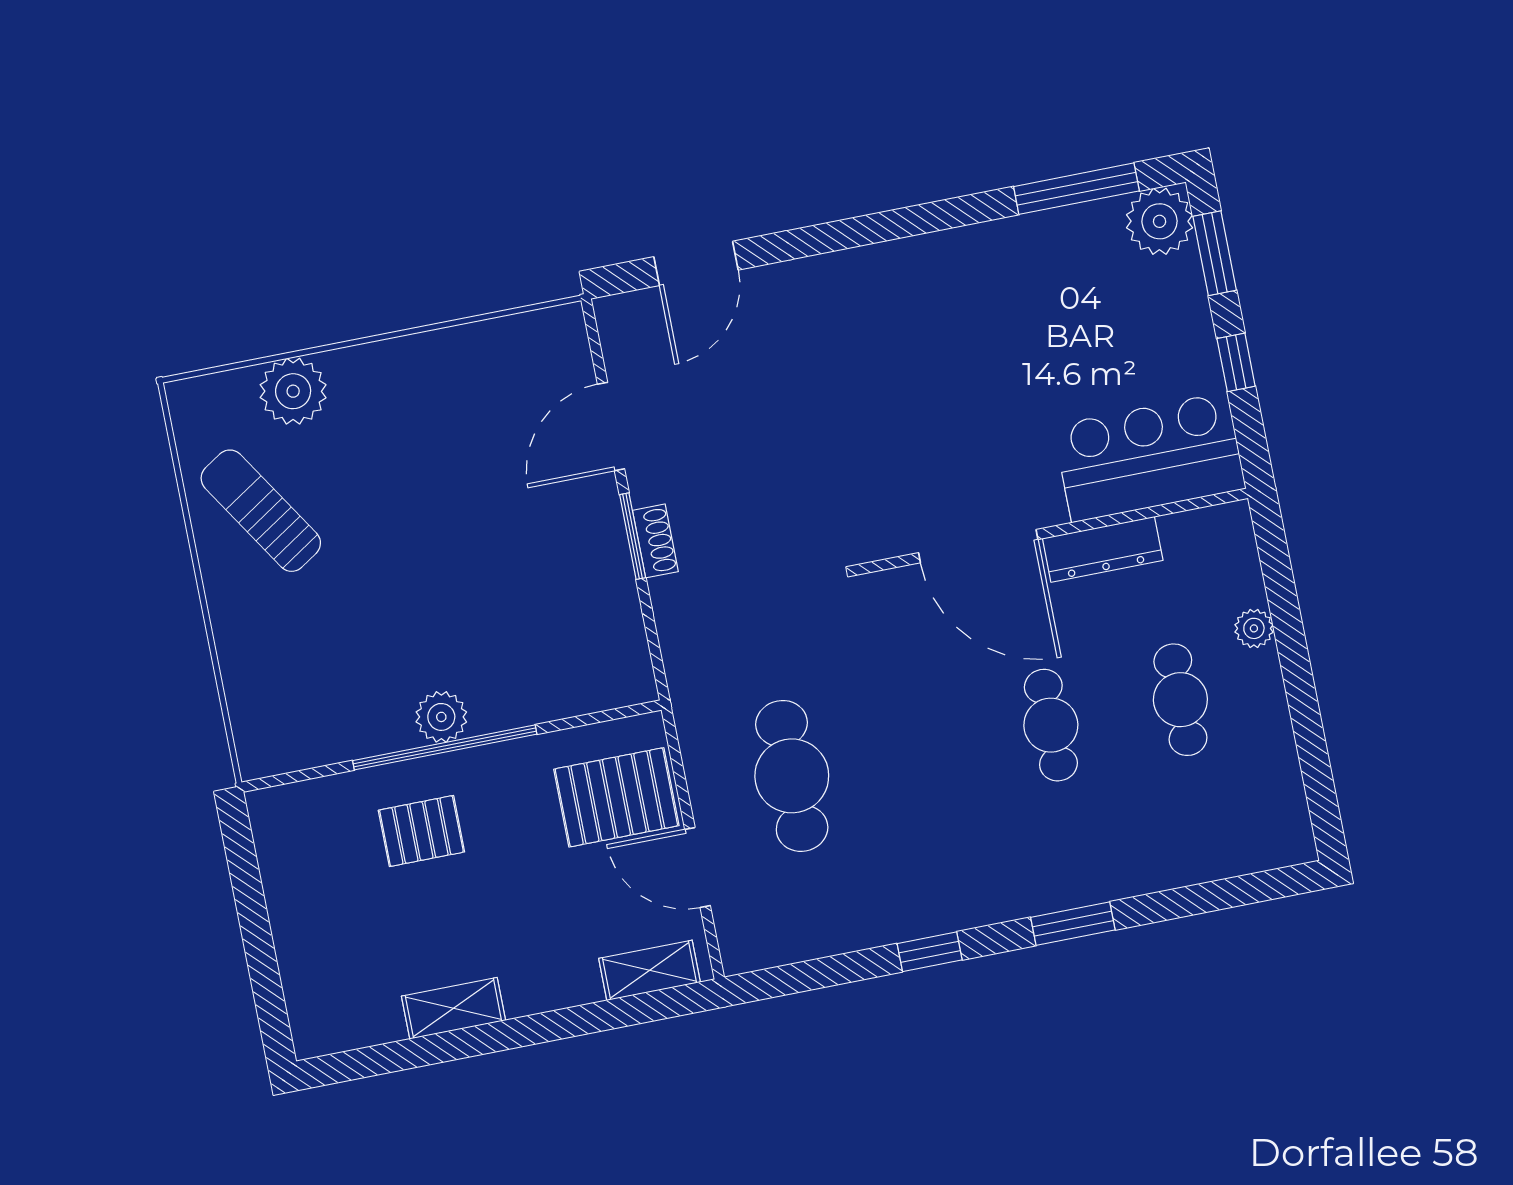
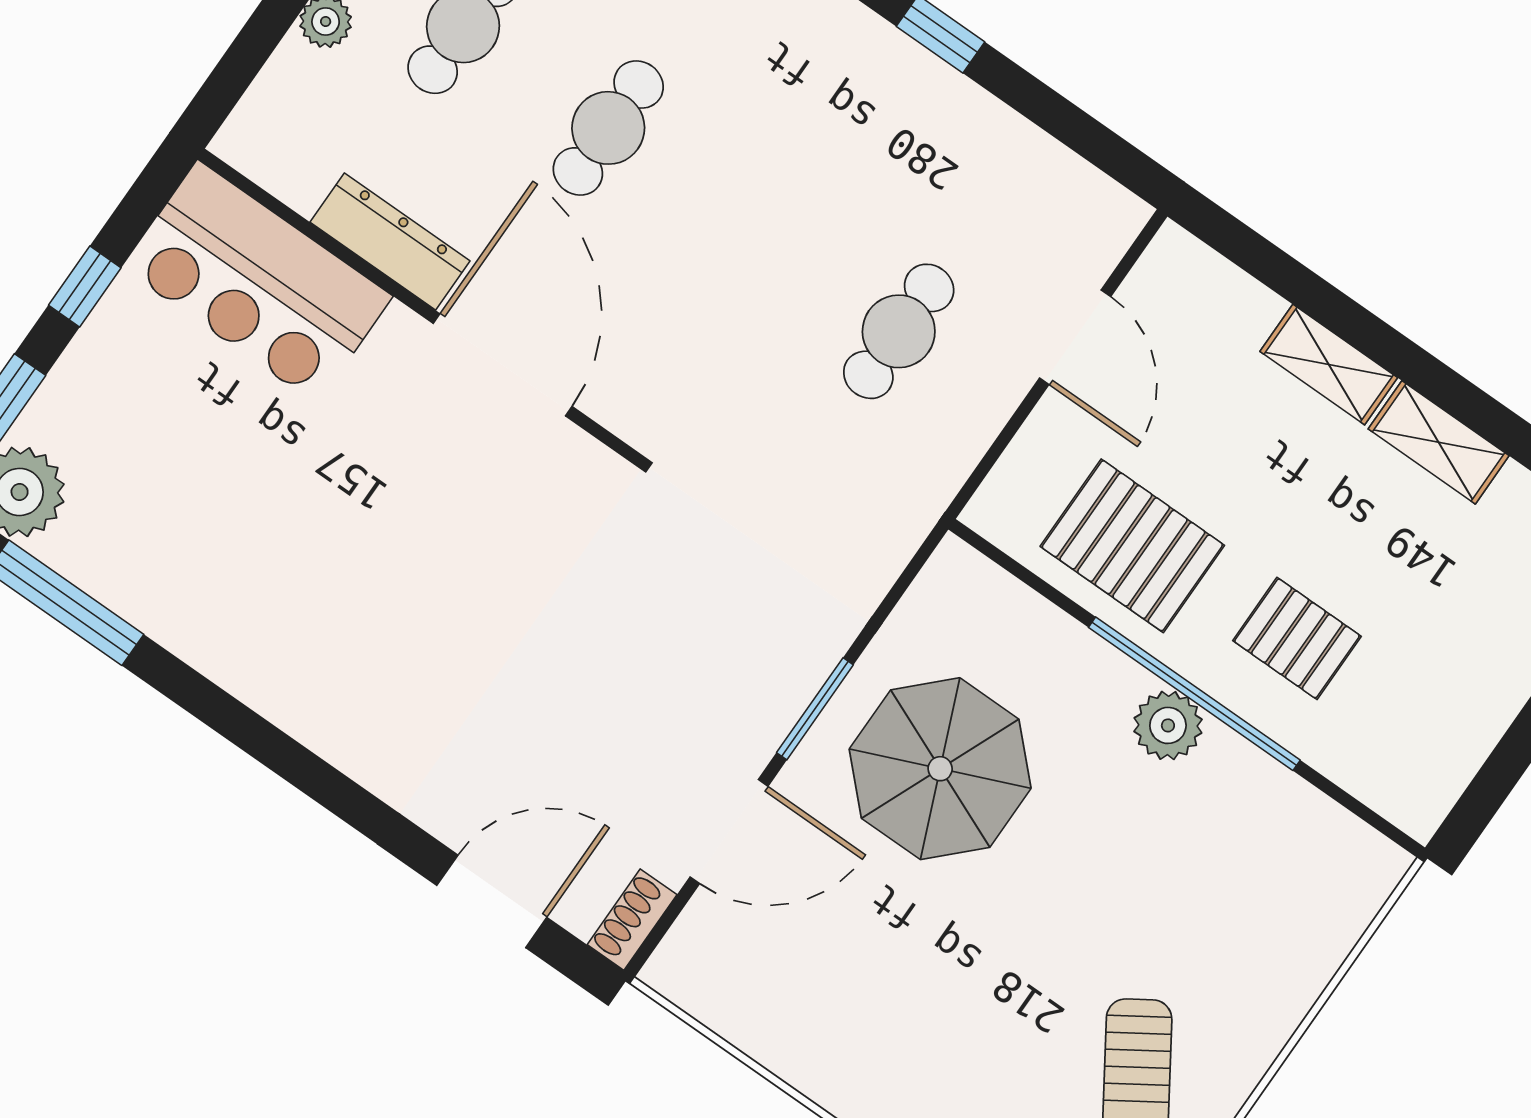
shoe rack: (655, 541) -> (632, 920), moved
parasol: (536, 572) -> (940, 769), added
cafe table: (792, 776) -> (899, 331), width x0.73, depth x0.74
pallet: (616, 797) -> (1132, 546), moved
shelving: (650, 970) -> (1329, 365), moved

